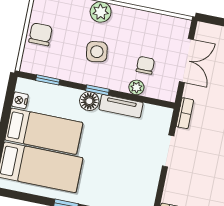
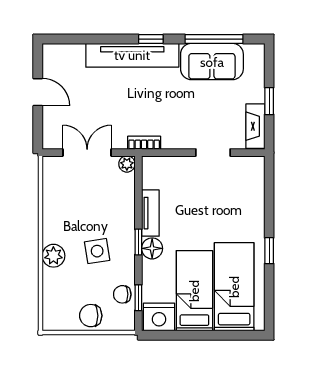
chair: (145, 65) -> (122, 294), moved
plant: (136, 87) -> (127, 164), moved
nightstand: (20, 100) -> (159, 317), width x1.89, depth x1.79
doorway: (168, 151) -> (213, 153), moved

